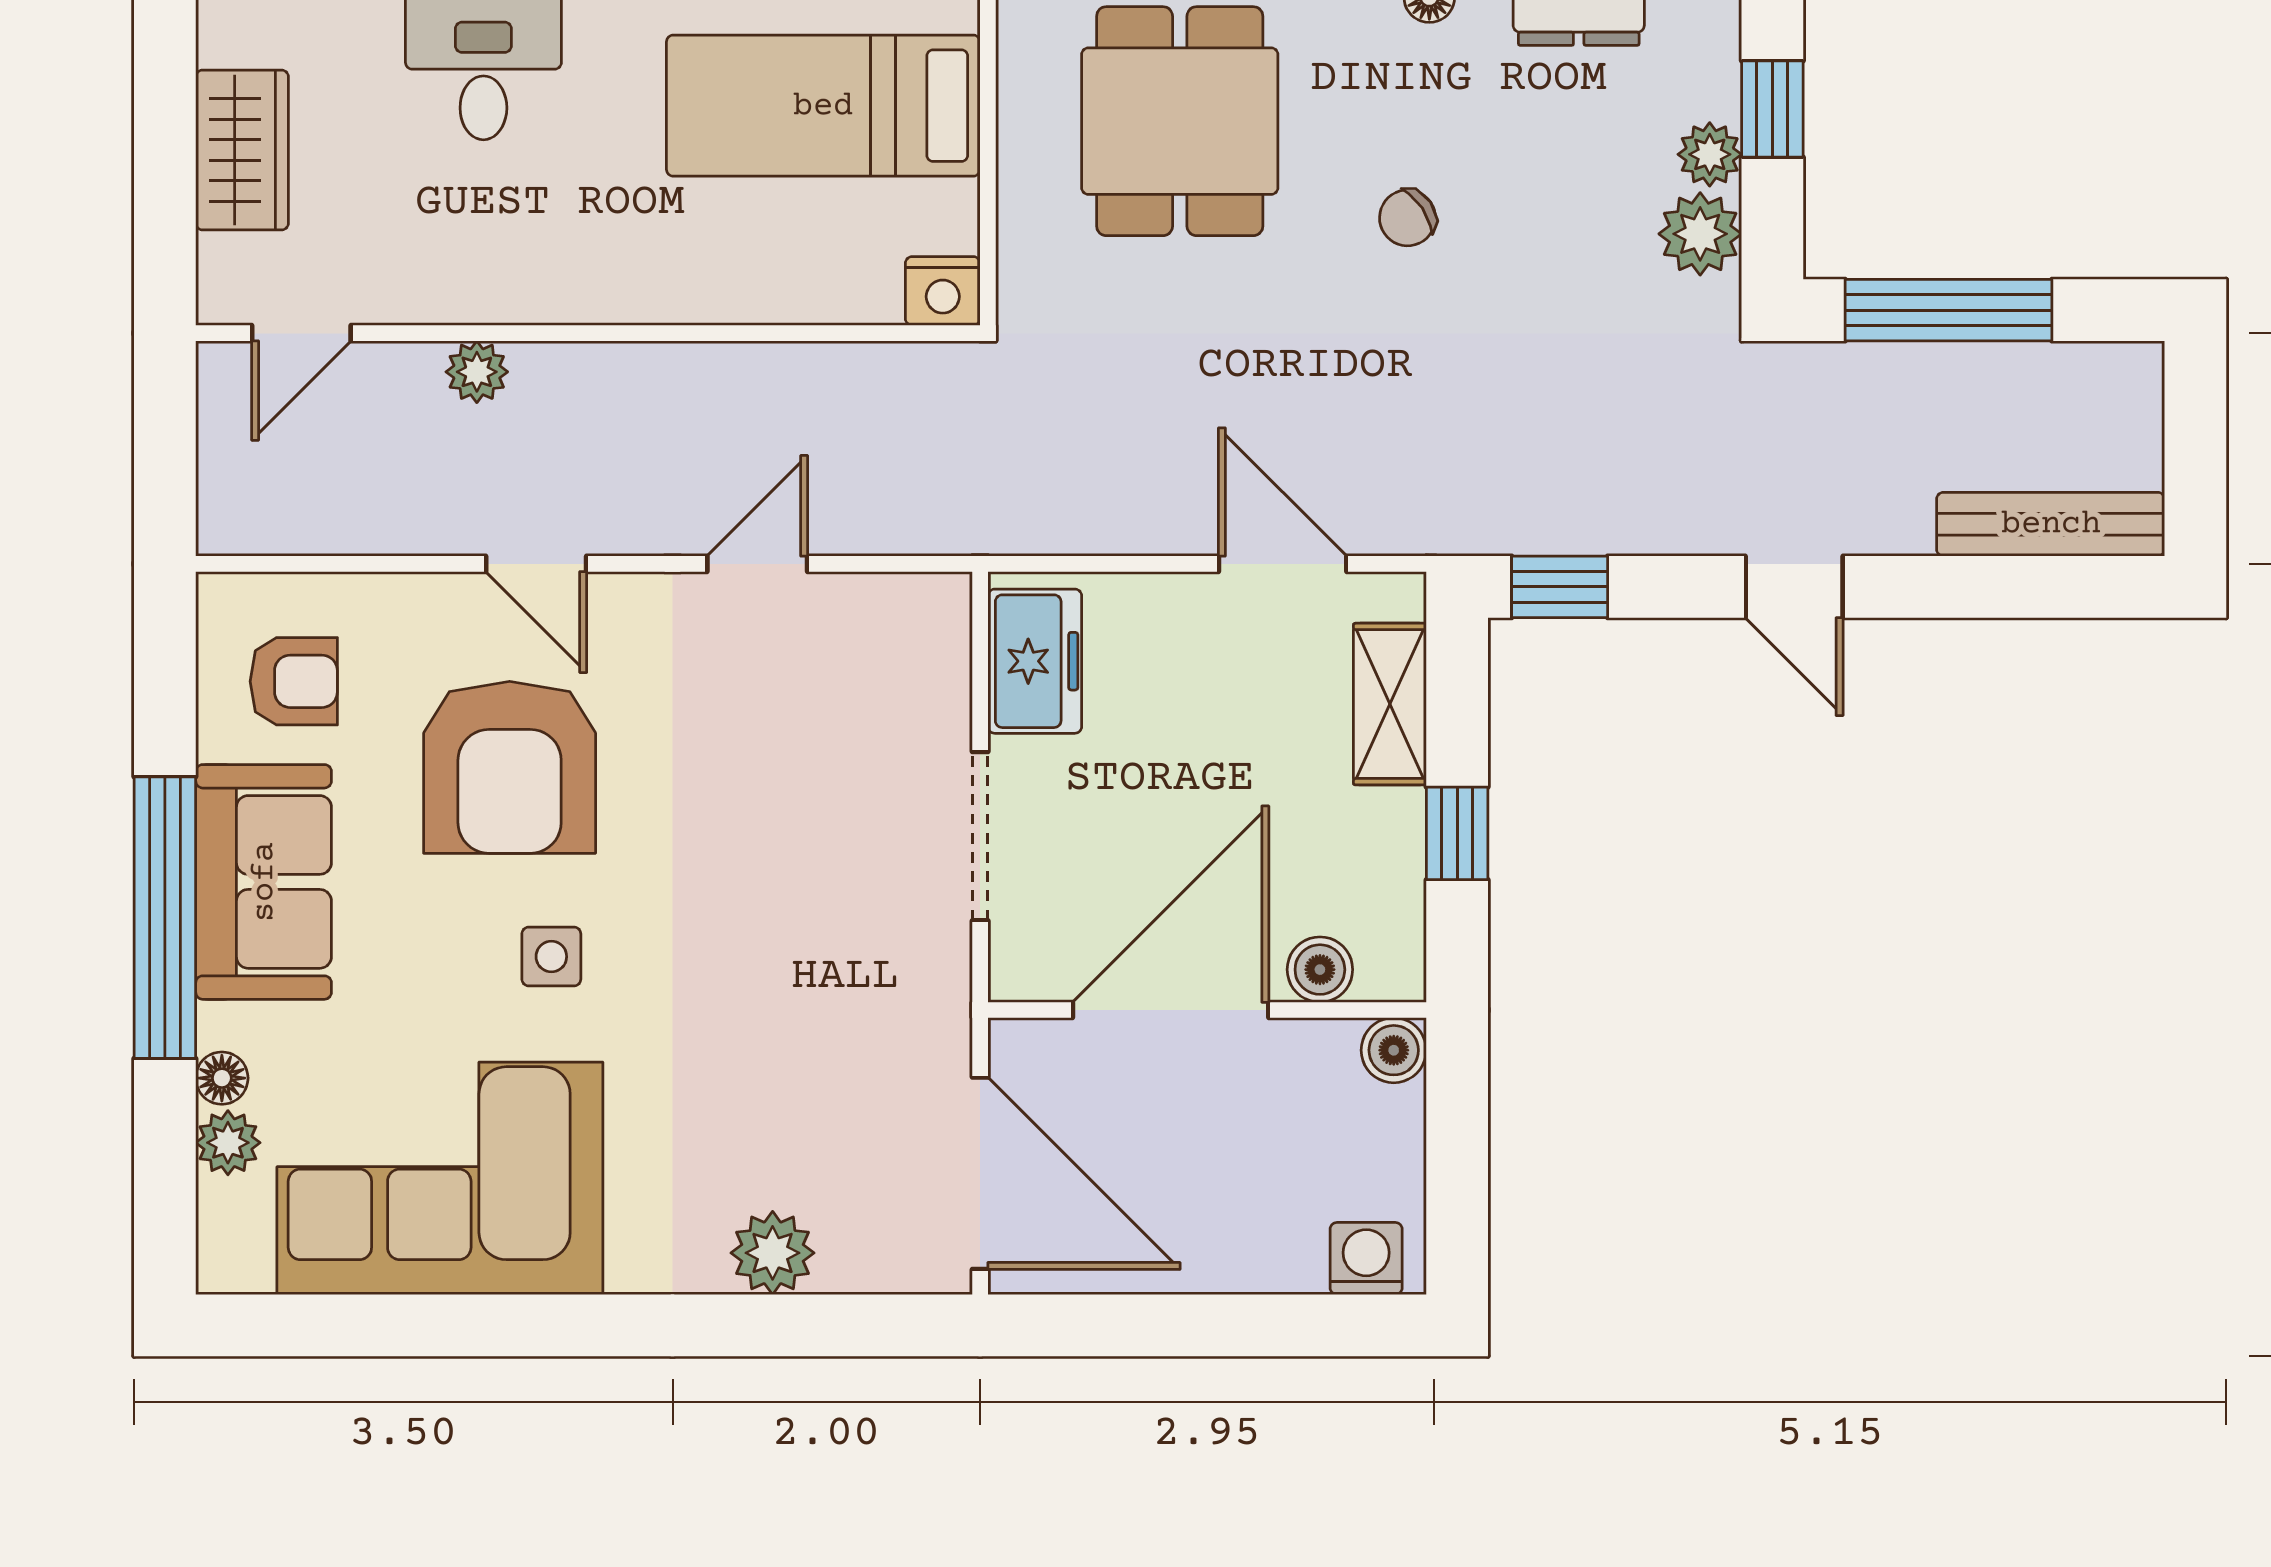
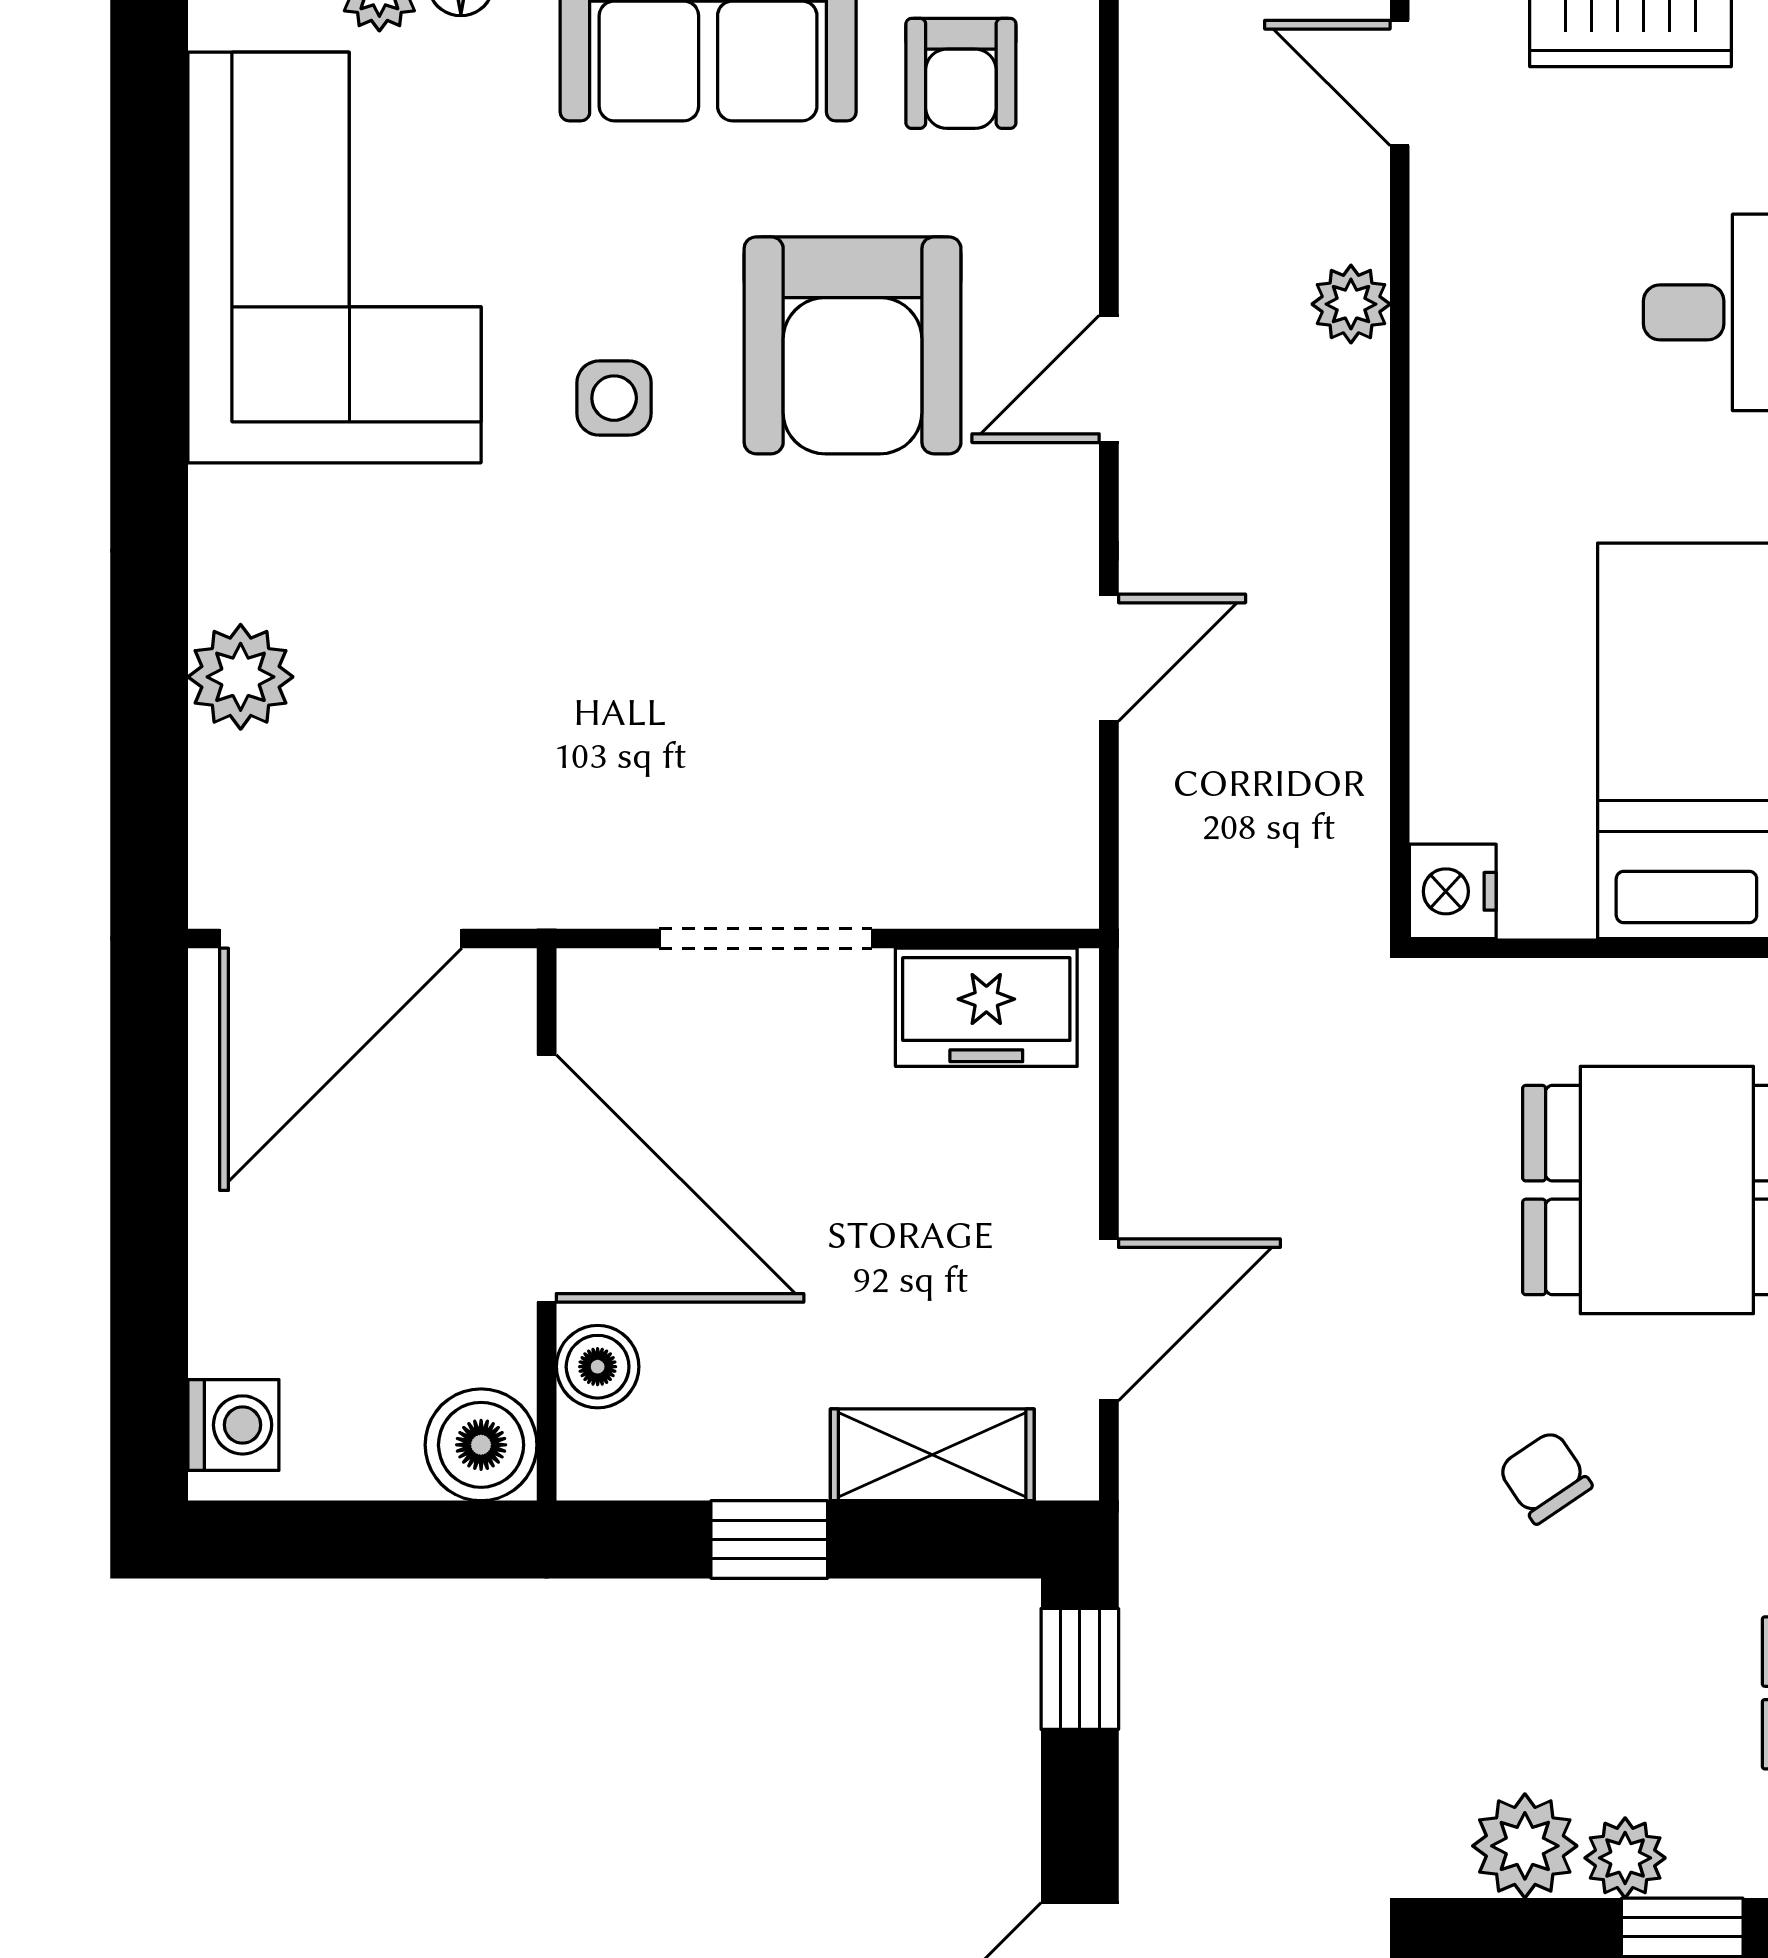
door: (757, 564) -> (1109, 658), hinge flipped
armchair: (510, 767) -> (853, 345), turned -90
boiler: (1394, 1050) -> (481, 1445), width x1.36, depth x1.36

